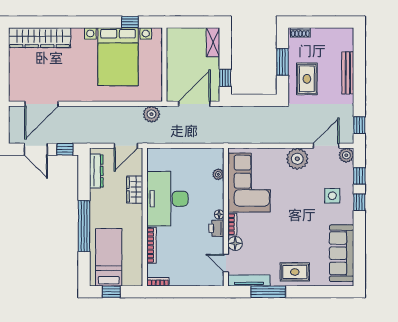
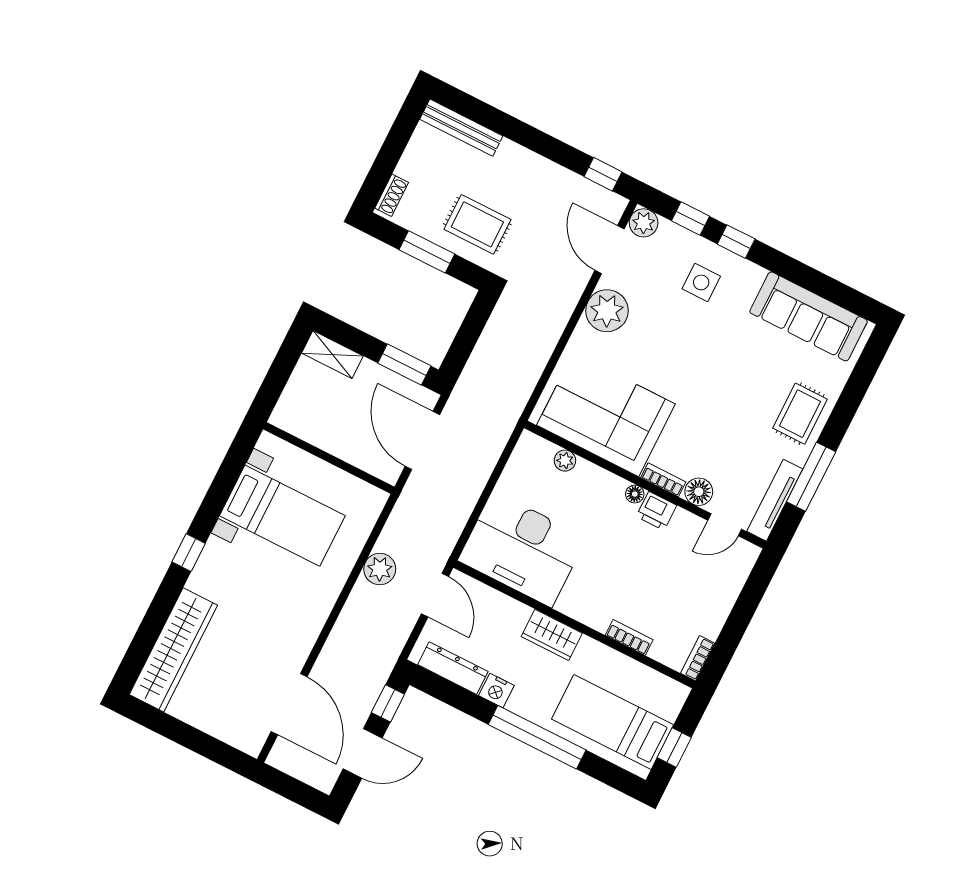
window: (130, 22) -> (189, 553), moved
bed with nightstands: (118, 57) -> (282, 516), width x0.73
bench: (348, 73) -> (461, 128), moved
window: (225, 78) -> (404, 364), width x1.50
plant: (151, 114) -> (380, 569), moved
wardrobe: (135, 190) -> (552, 635), moved
nightstand: (96, 196) -> (496, 690), added
desk: (167, 199) -> (522, 549), moved
bookcase: (152, 245) -> (629, 638), width x0.64

